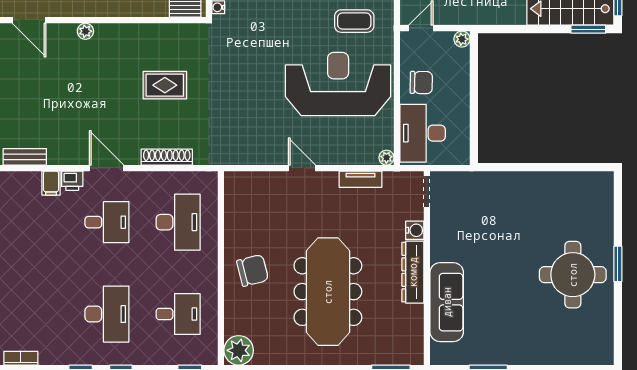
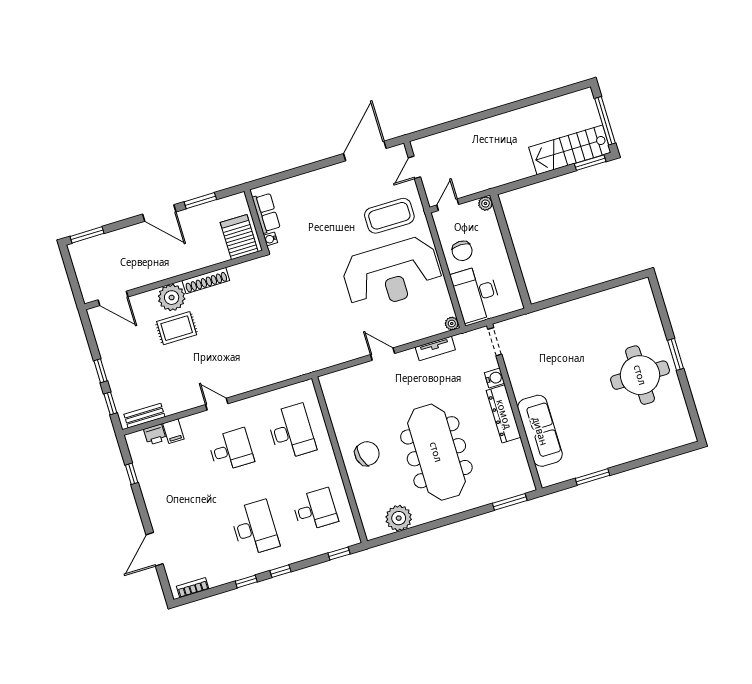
coffee table: (354, 21) -> (389, 216), width x1.36, depth x1.32
plant: (85, 31) -> (172, 298), width x1.87, depth x1.87
chair: (421, 83) -> (462, 251), turned 89
reception desk: (338, 84) -> (392, 273), turned 180
rug: (165, 85) -> (177, 328), moved
shoe rack: (167, 157) -> (206, 280), moved, turned 180
door: (107, 168) -> (217, 404), width x0.73
printer: (72, 181) -> (155, 435), moved
plant: (239, 350) -> (399, 518), moved

